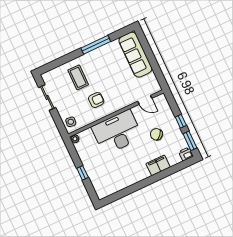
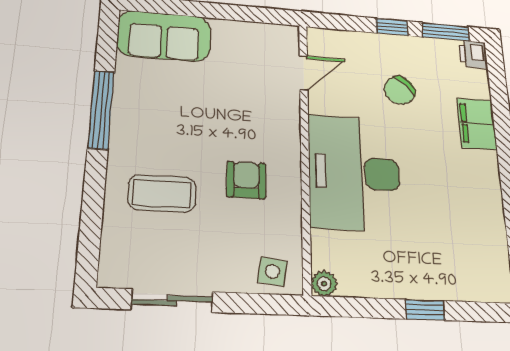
sofa: (135, 55) -> (164, 36), width x0.73

